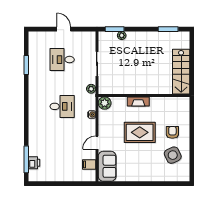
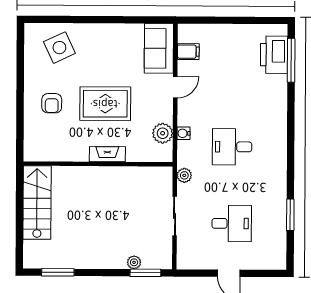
plant: (105, 103) -> (163, 133), moved
side table: (173, 155) -> (59, 48), moved
printer: (34, 163) -> (274, 55), width x1.87, depth x1.48

